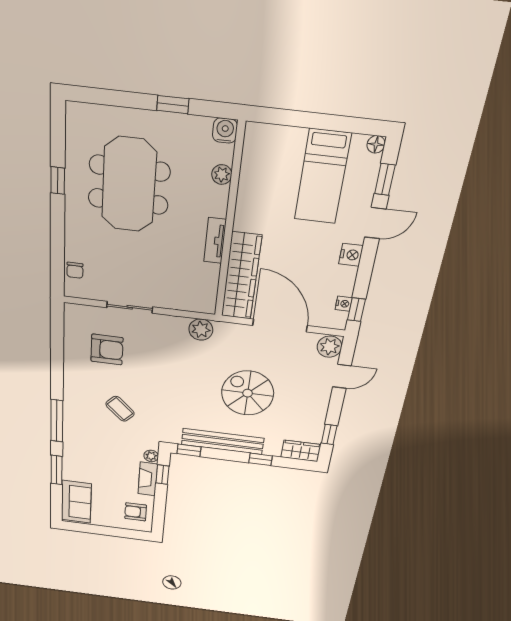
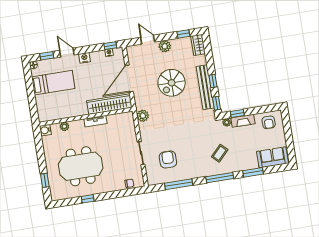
window: (173, 105) -> (45, 180), moved
plant: (329, 347) -> (165, 46), moved
window: (57, 355) -> (179, 184), added
coffee table: (120, 409) -> (220, 153), moved
window: (261, 459) -> (213, 81), moved

